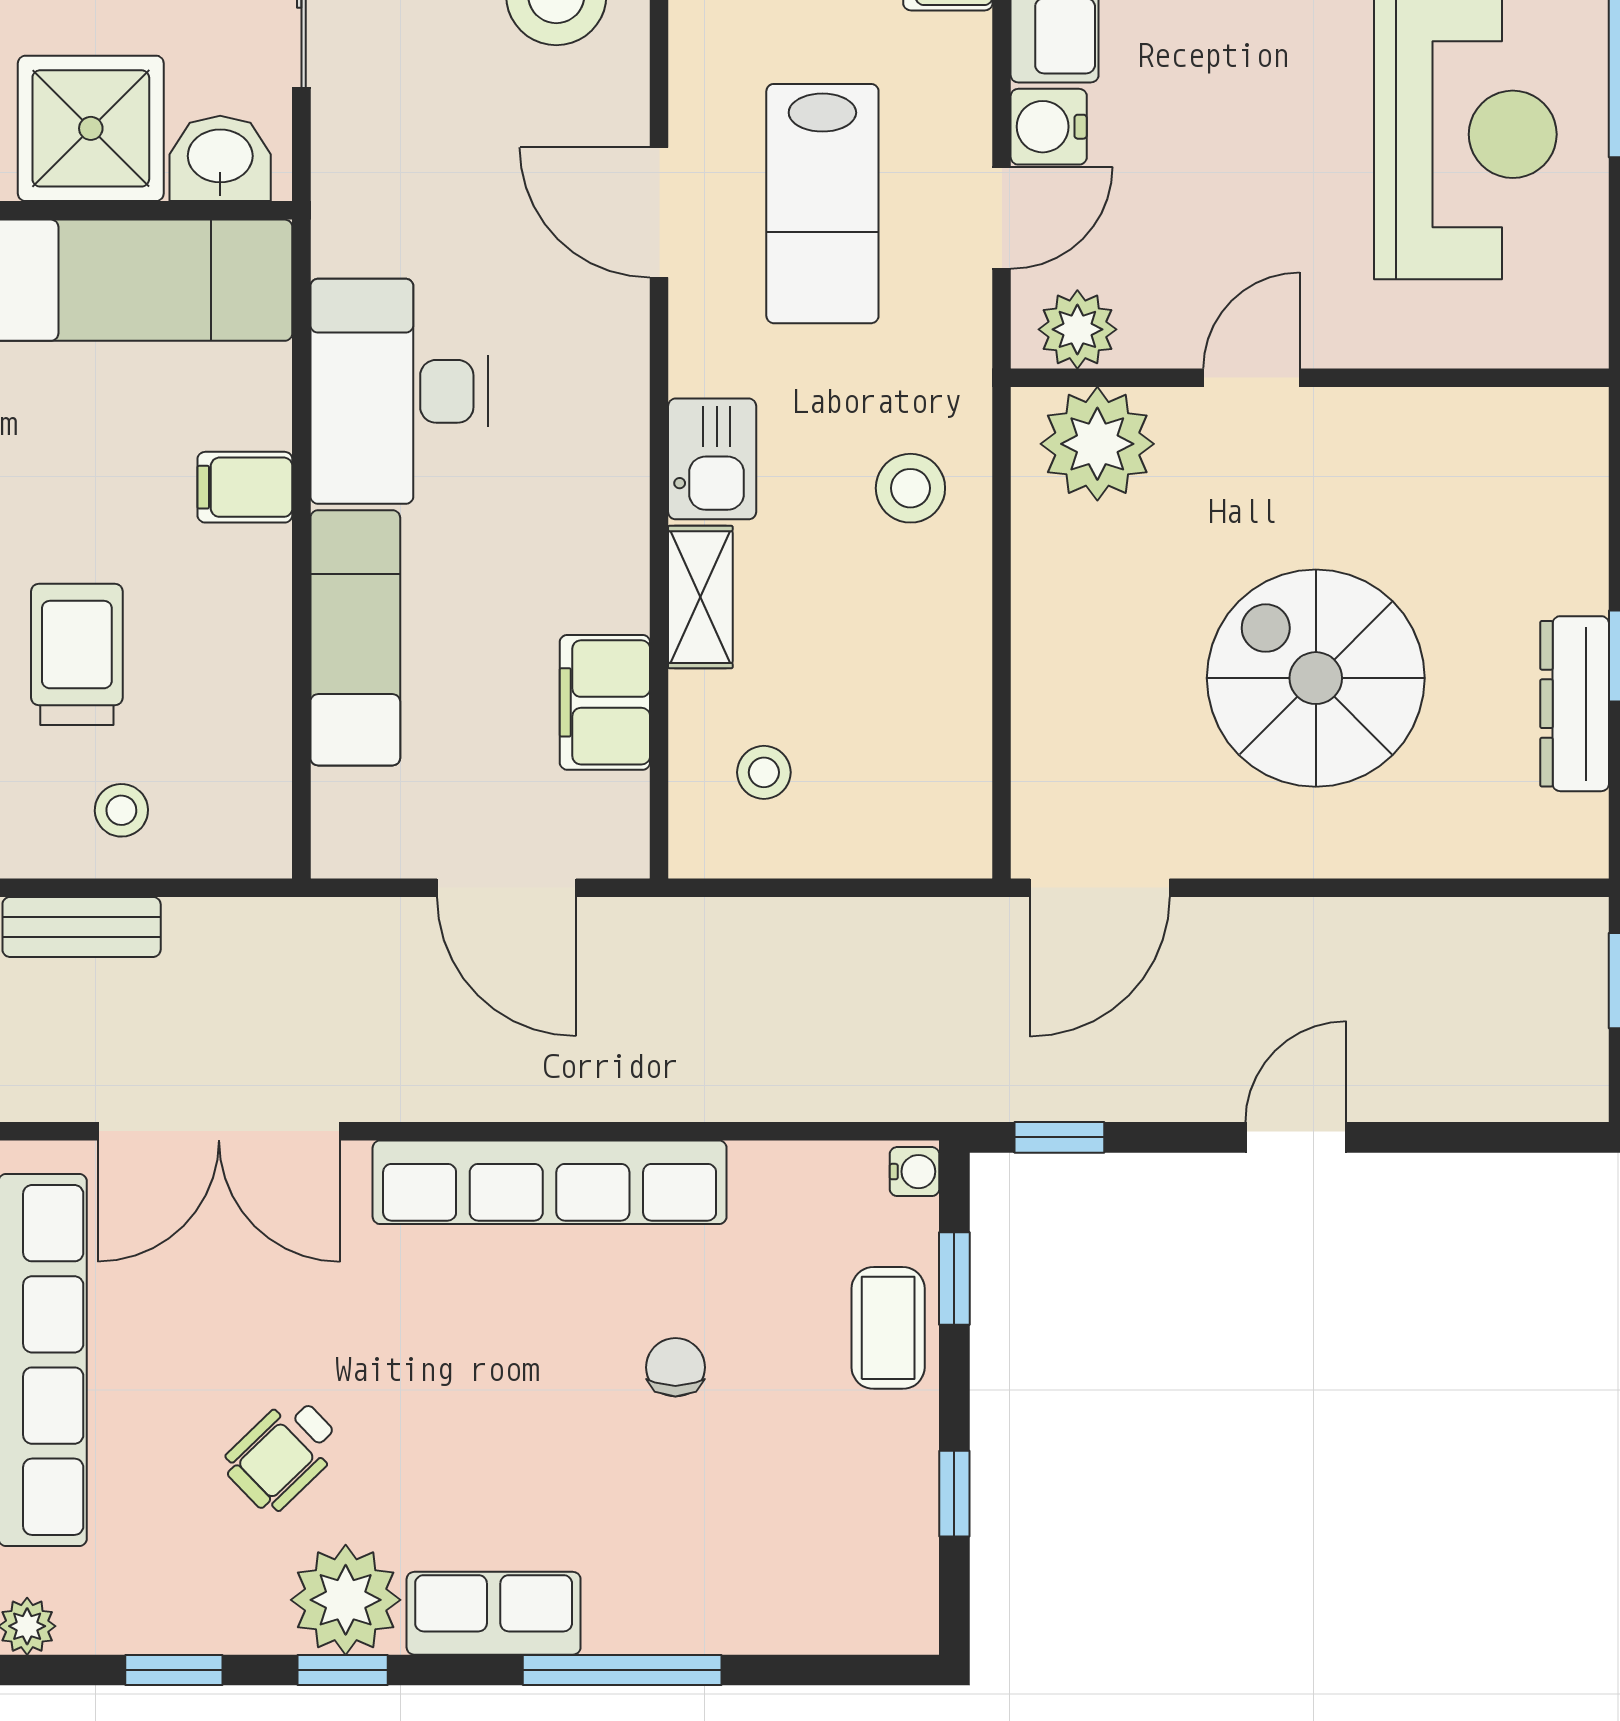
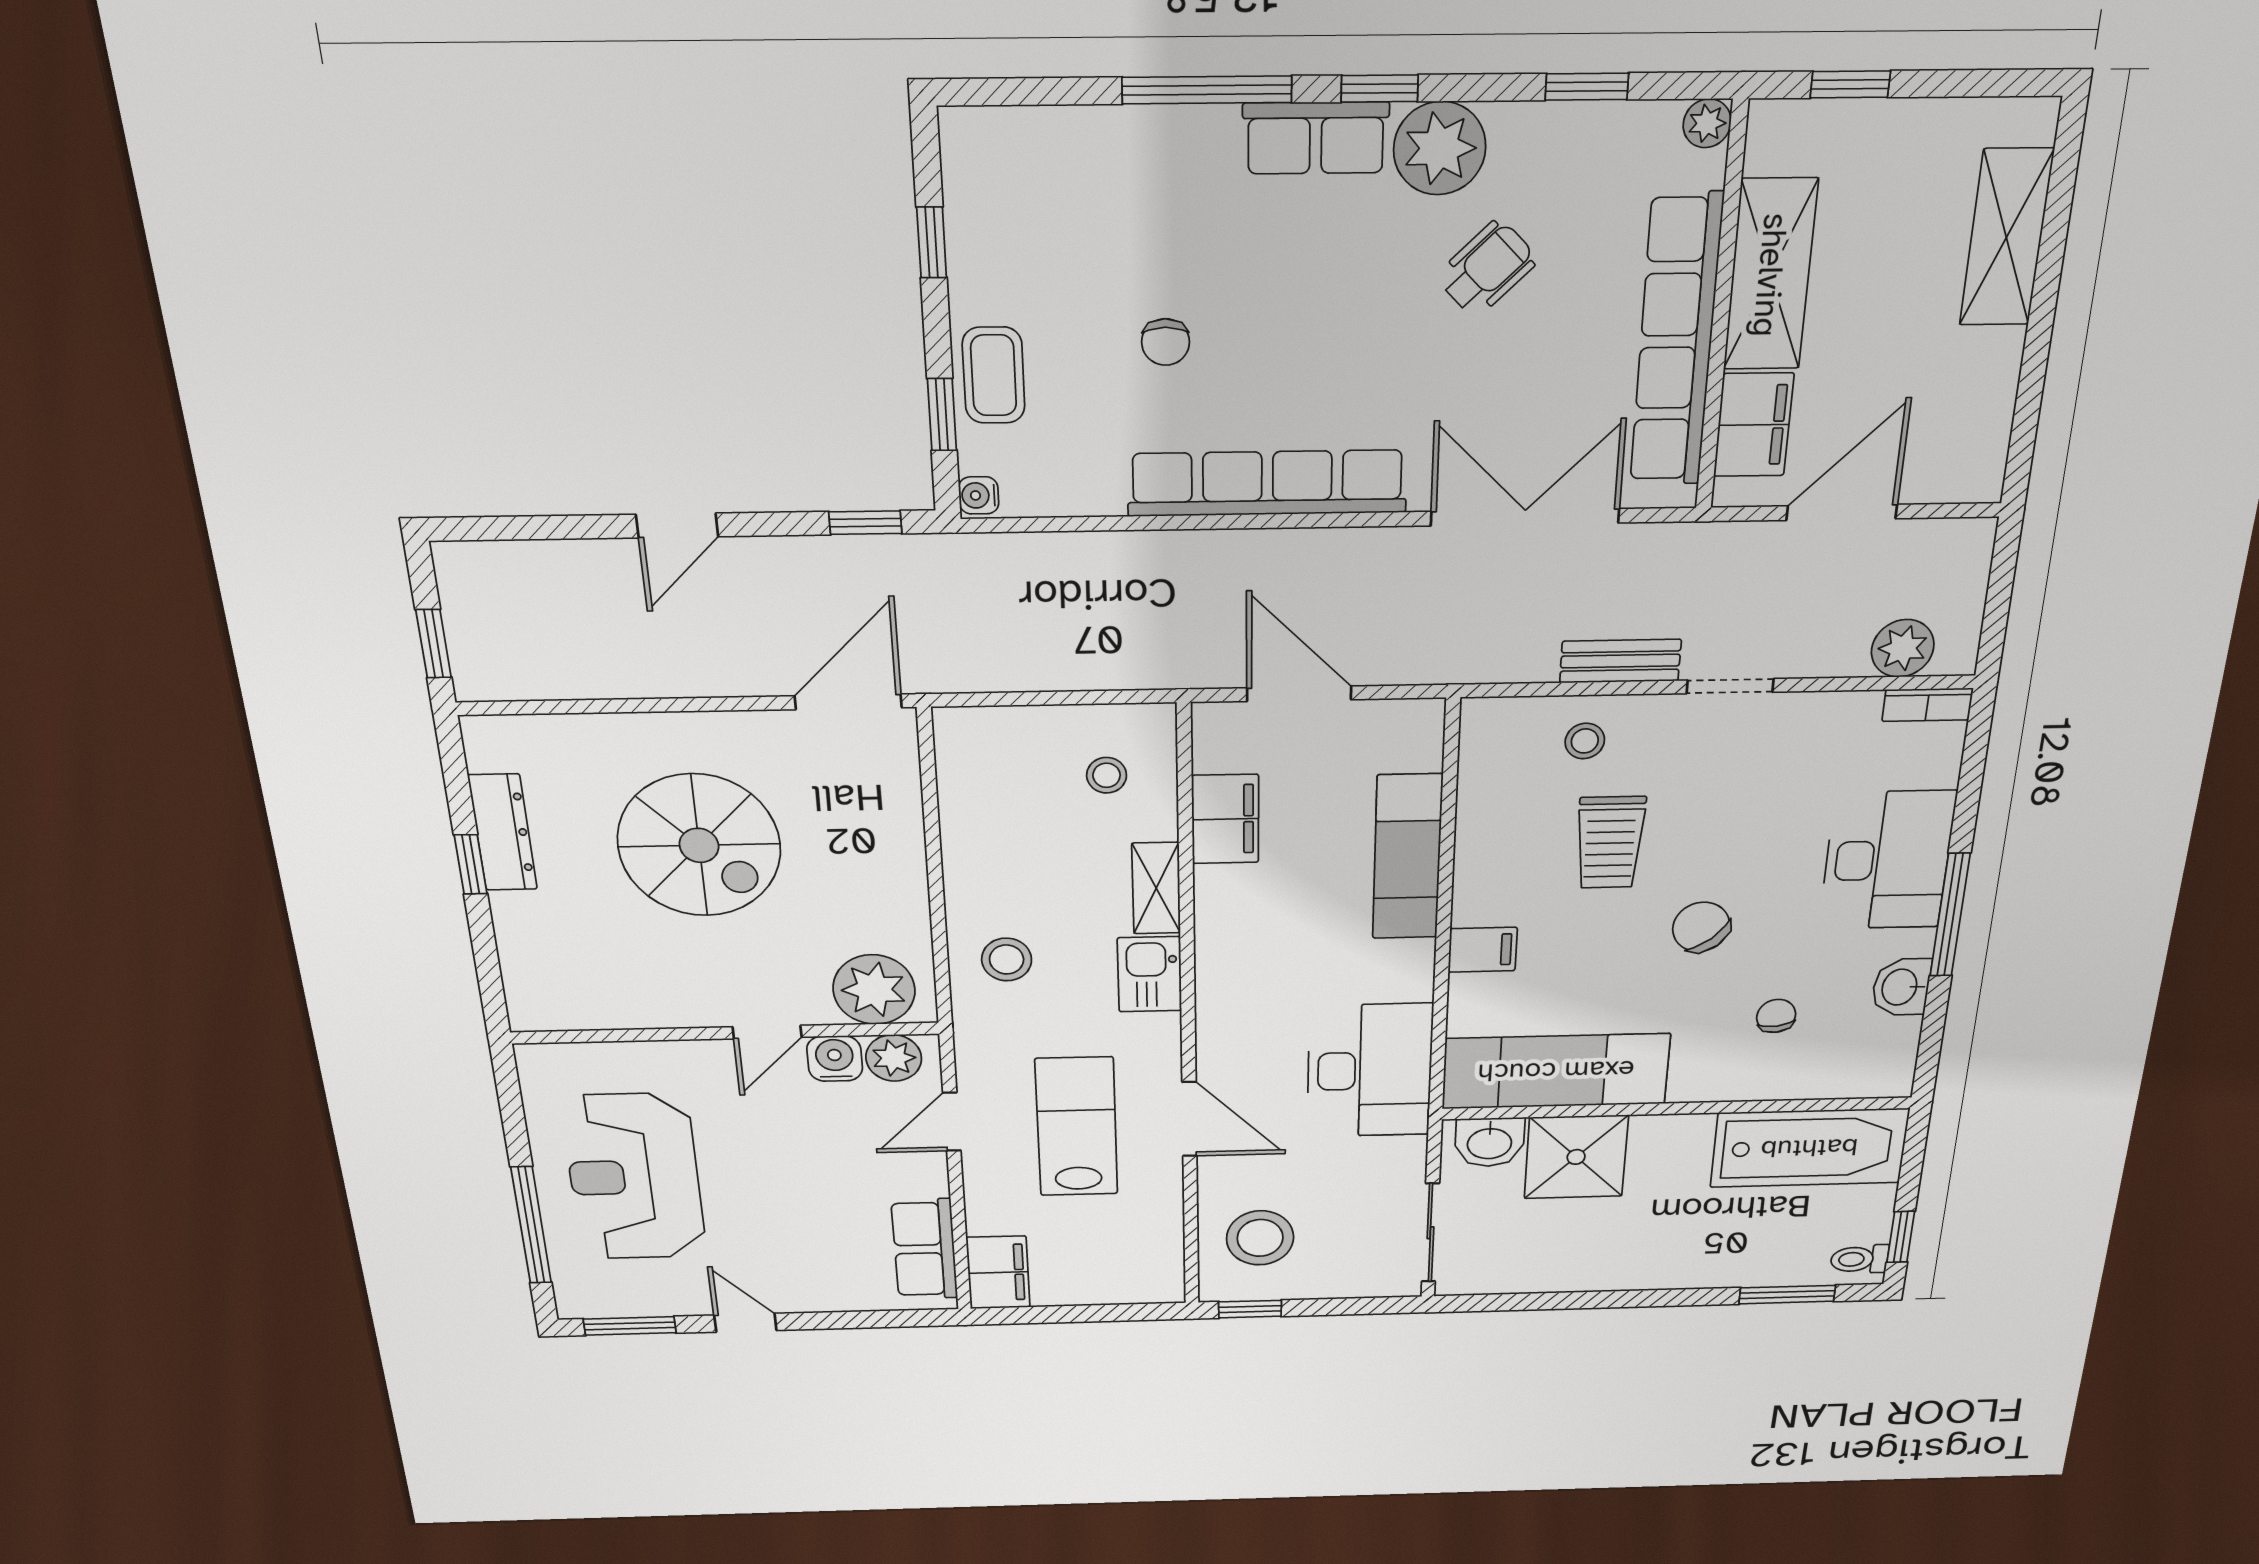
water cooler: (1049, 127) -> (835, 1059), moved, turned -90
desk: (399, 391) -> (1370, 1071), moved
window: (343, 1670) -> (1380, 89), moved

